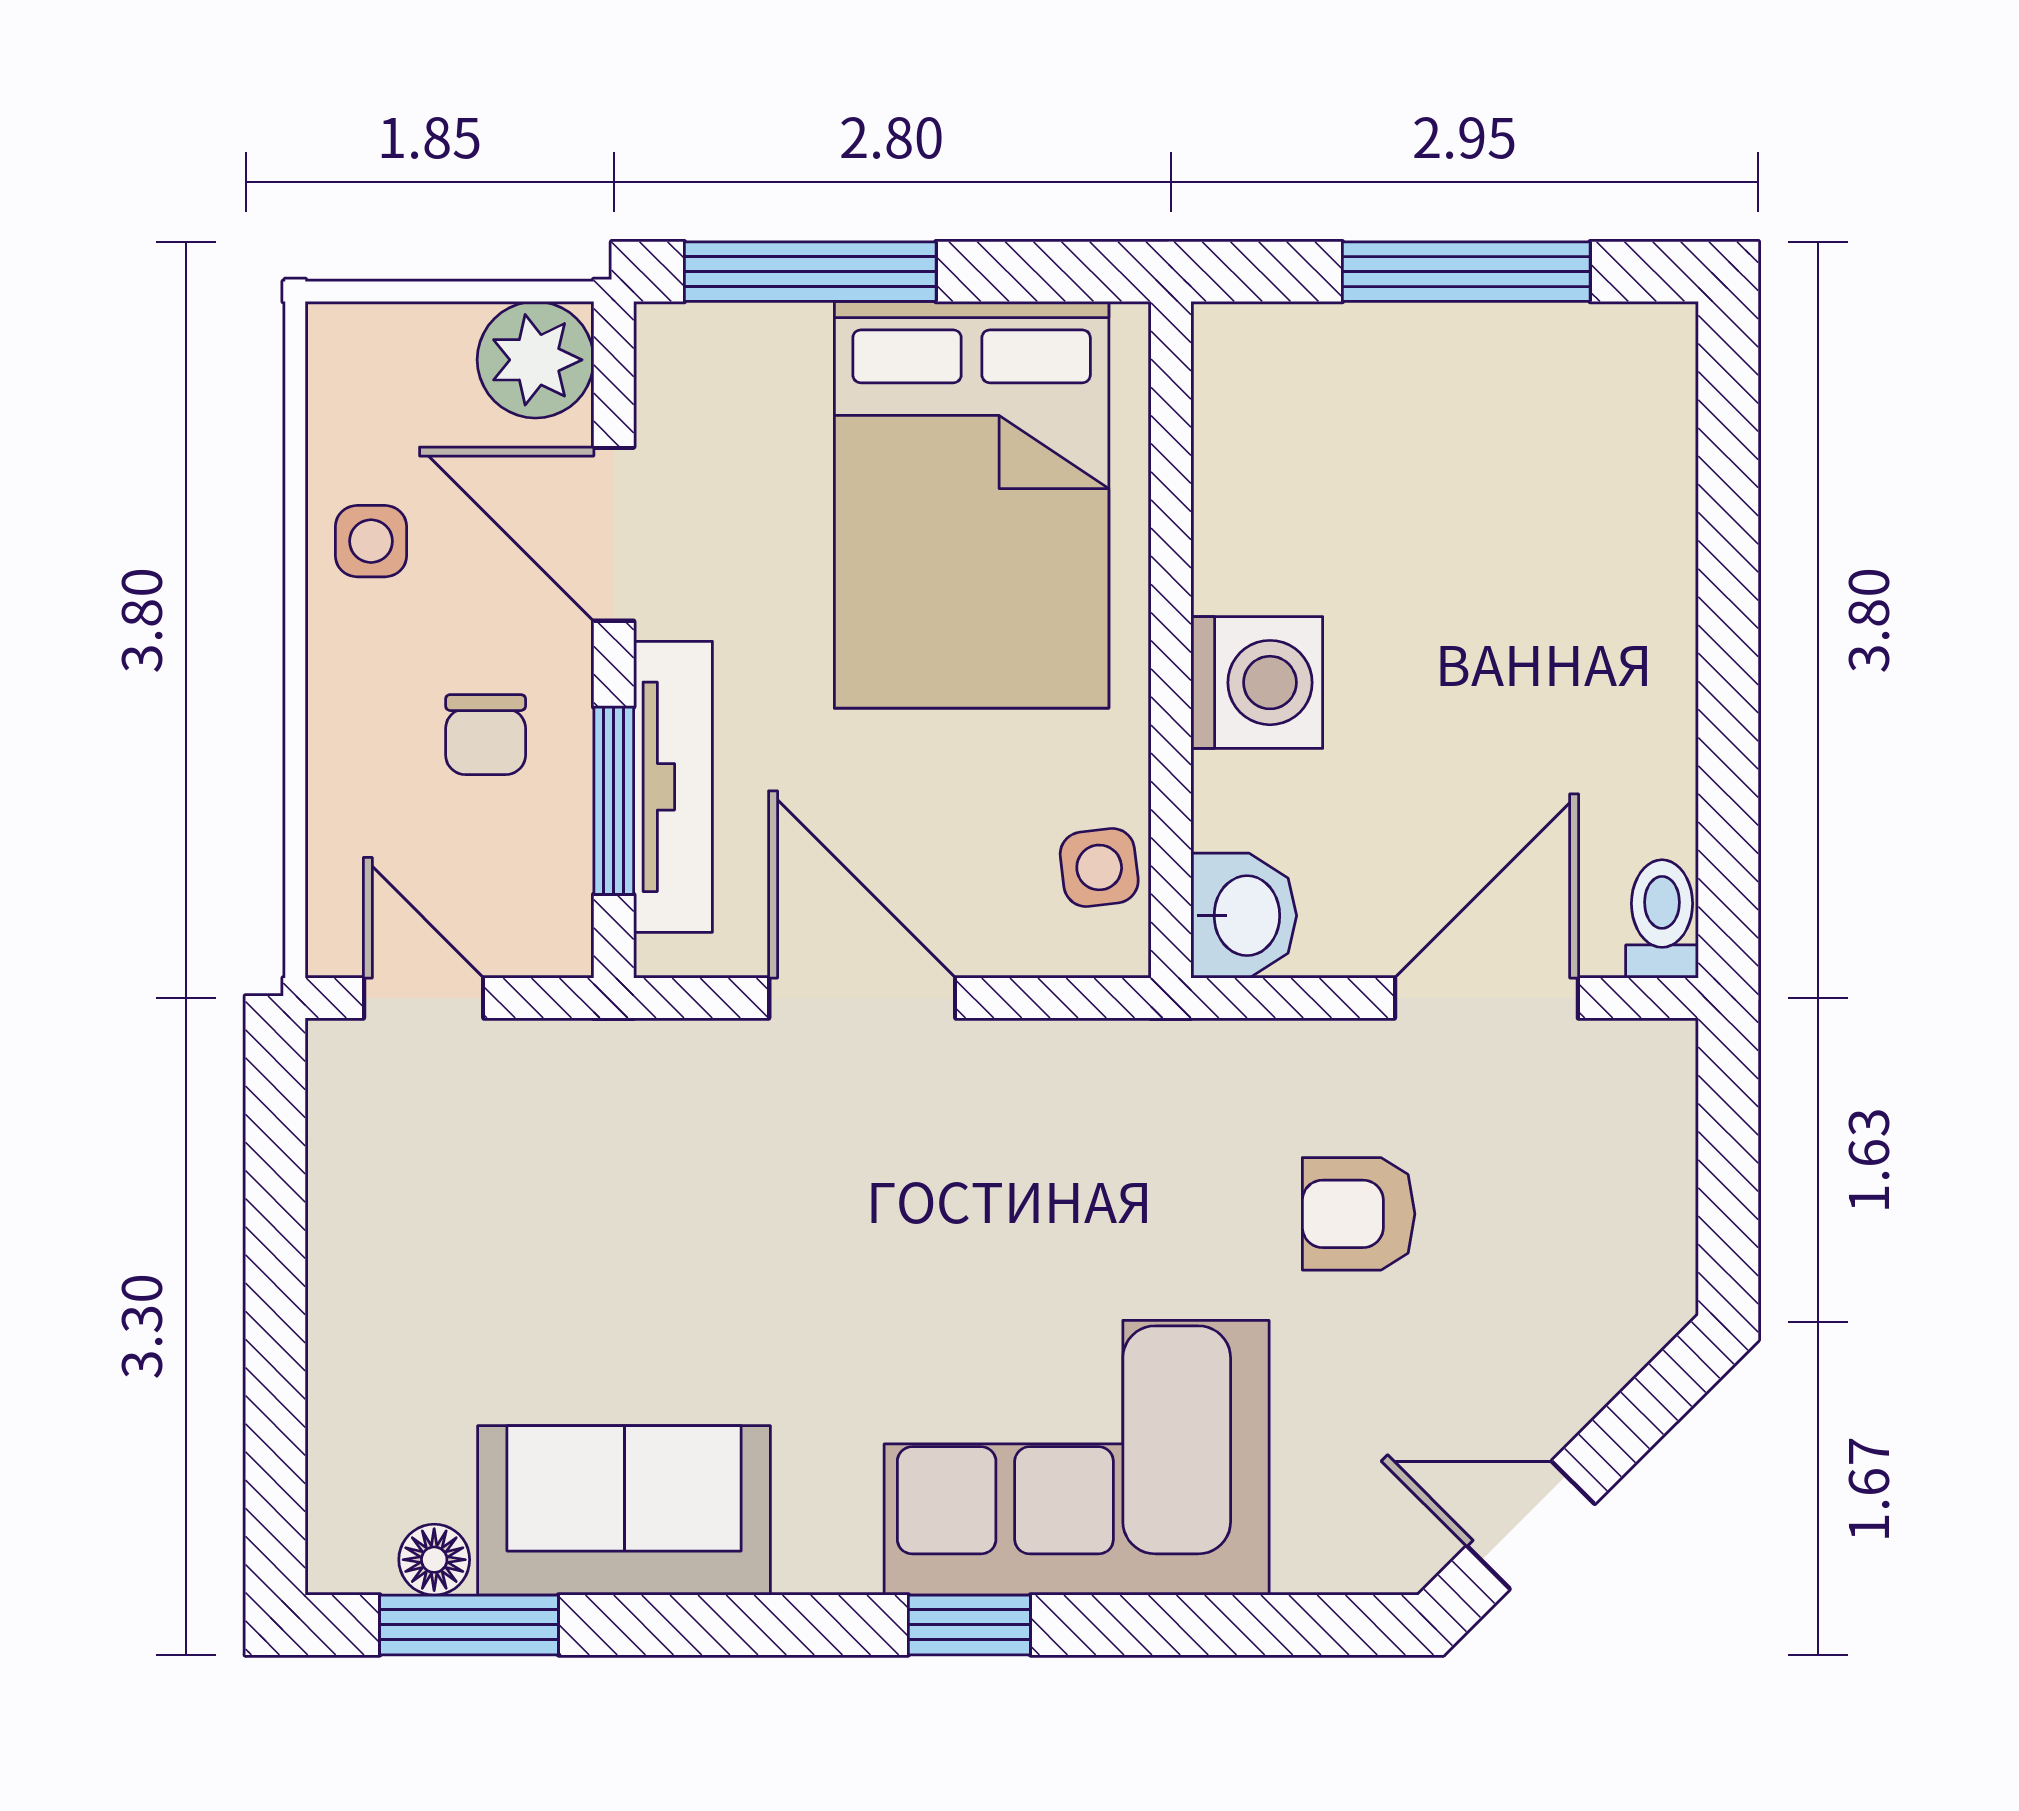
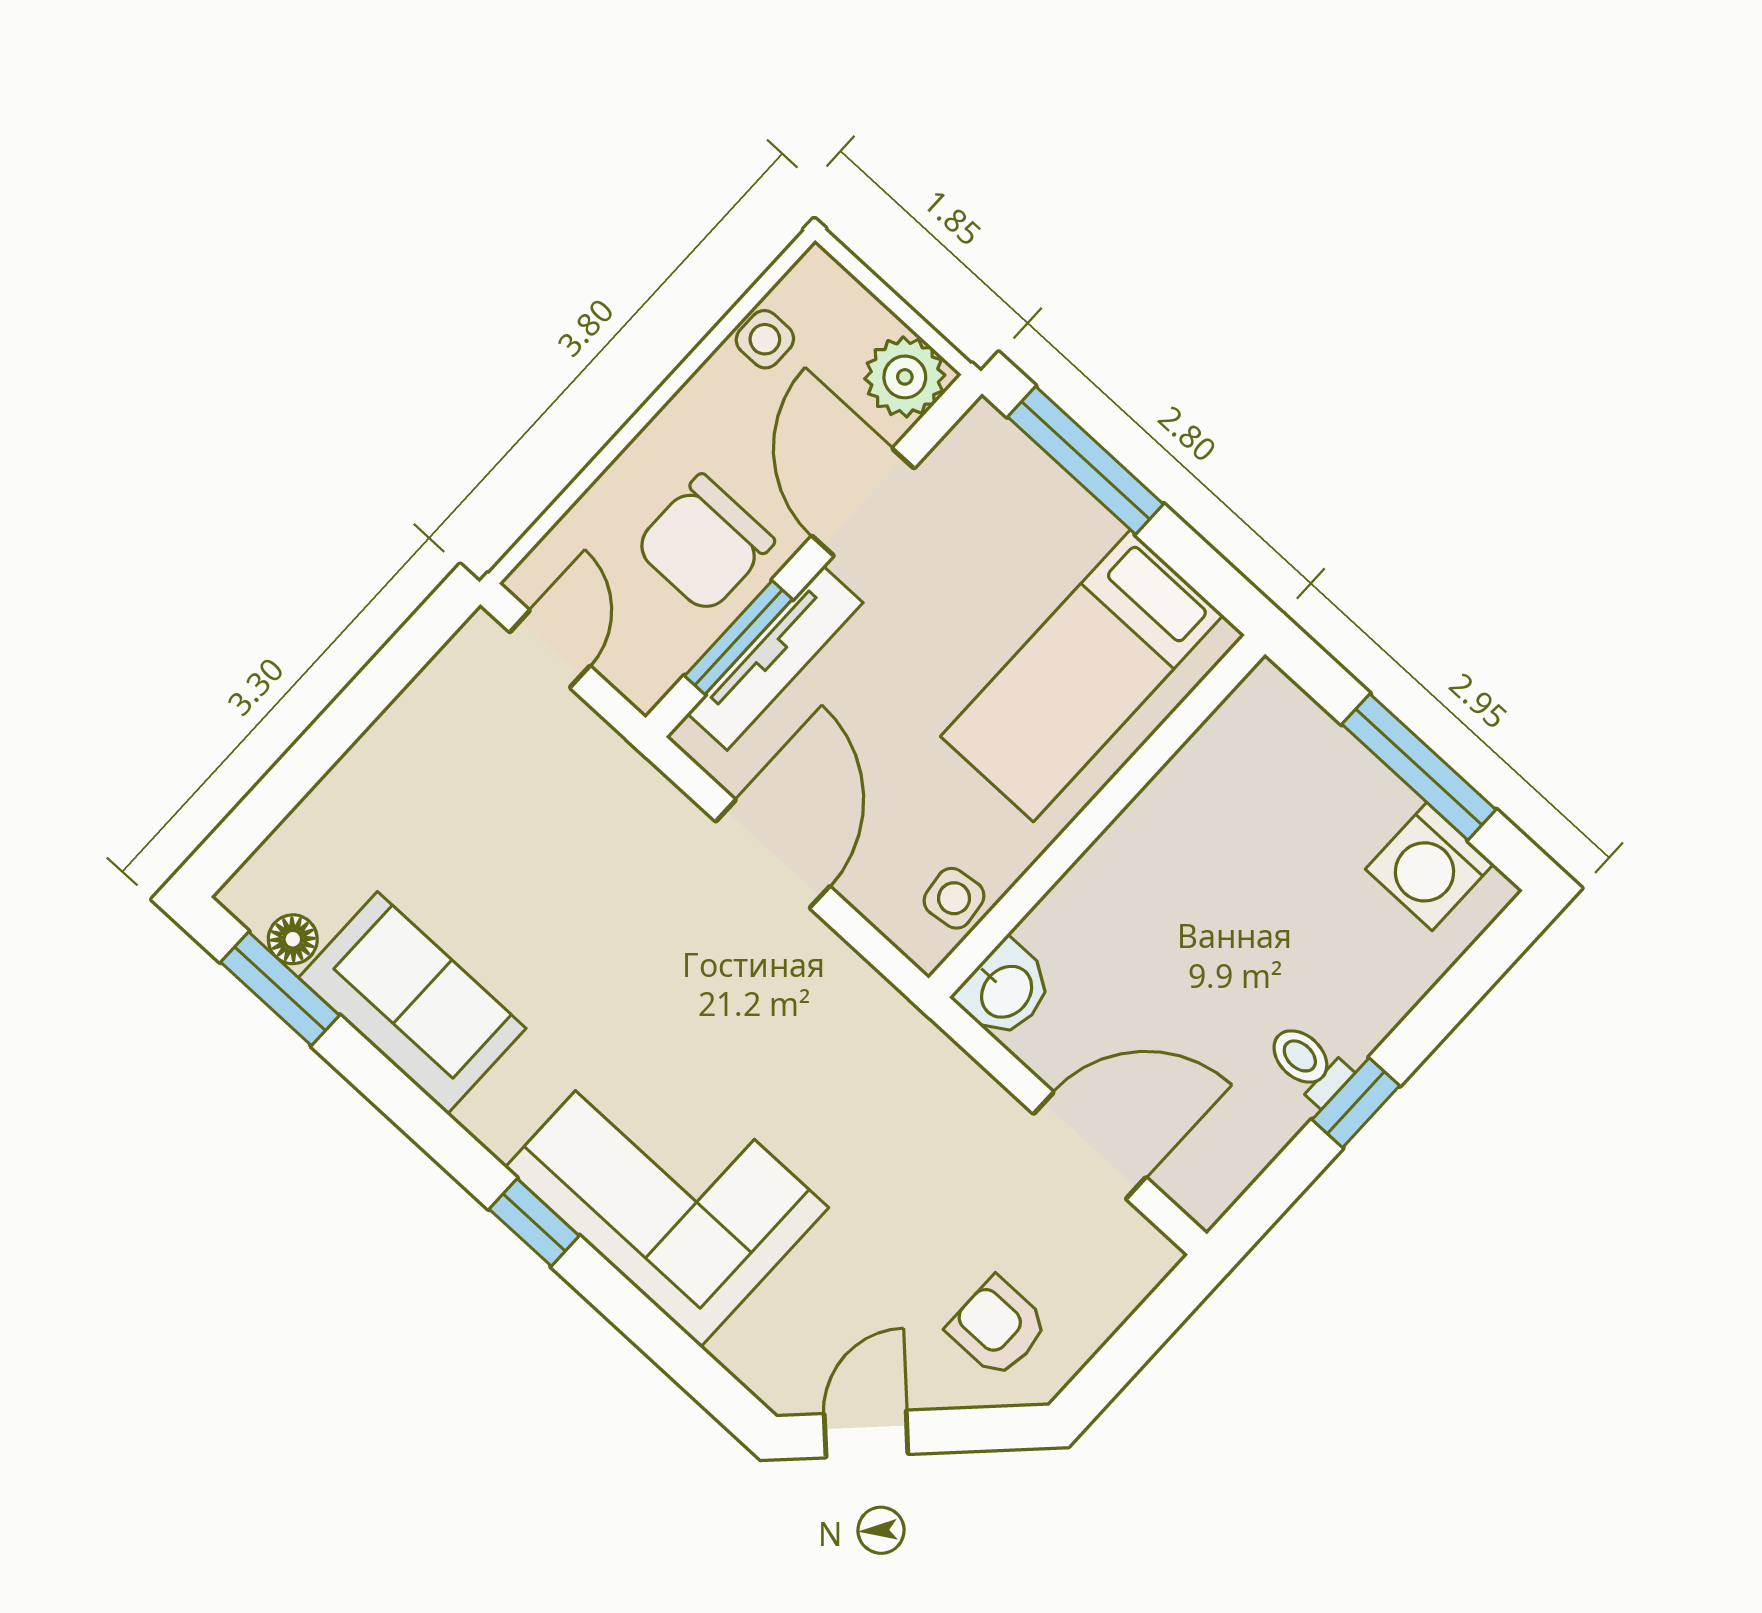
bed: (972, 505) -> (1082, 676), width x0.67
side table: (371, 541) -> (765, 339), moved
washing machine: (1257, 683) -> (1429, 867), moved, turned 90
window: (1728, 691) -> (1356, 1103), added
chair: (486, 735) -> (704, 544), width x1.87, depth x1.87
toilet: (1662, 919) -> (1308, 1064), moved, turned -90
armchair: (1359, 1214) -> (998, 1327), moved
door: (1531, 1525) -> (866, 1434), hinge flipped

